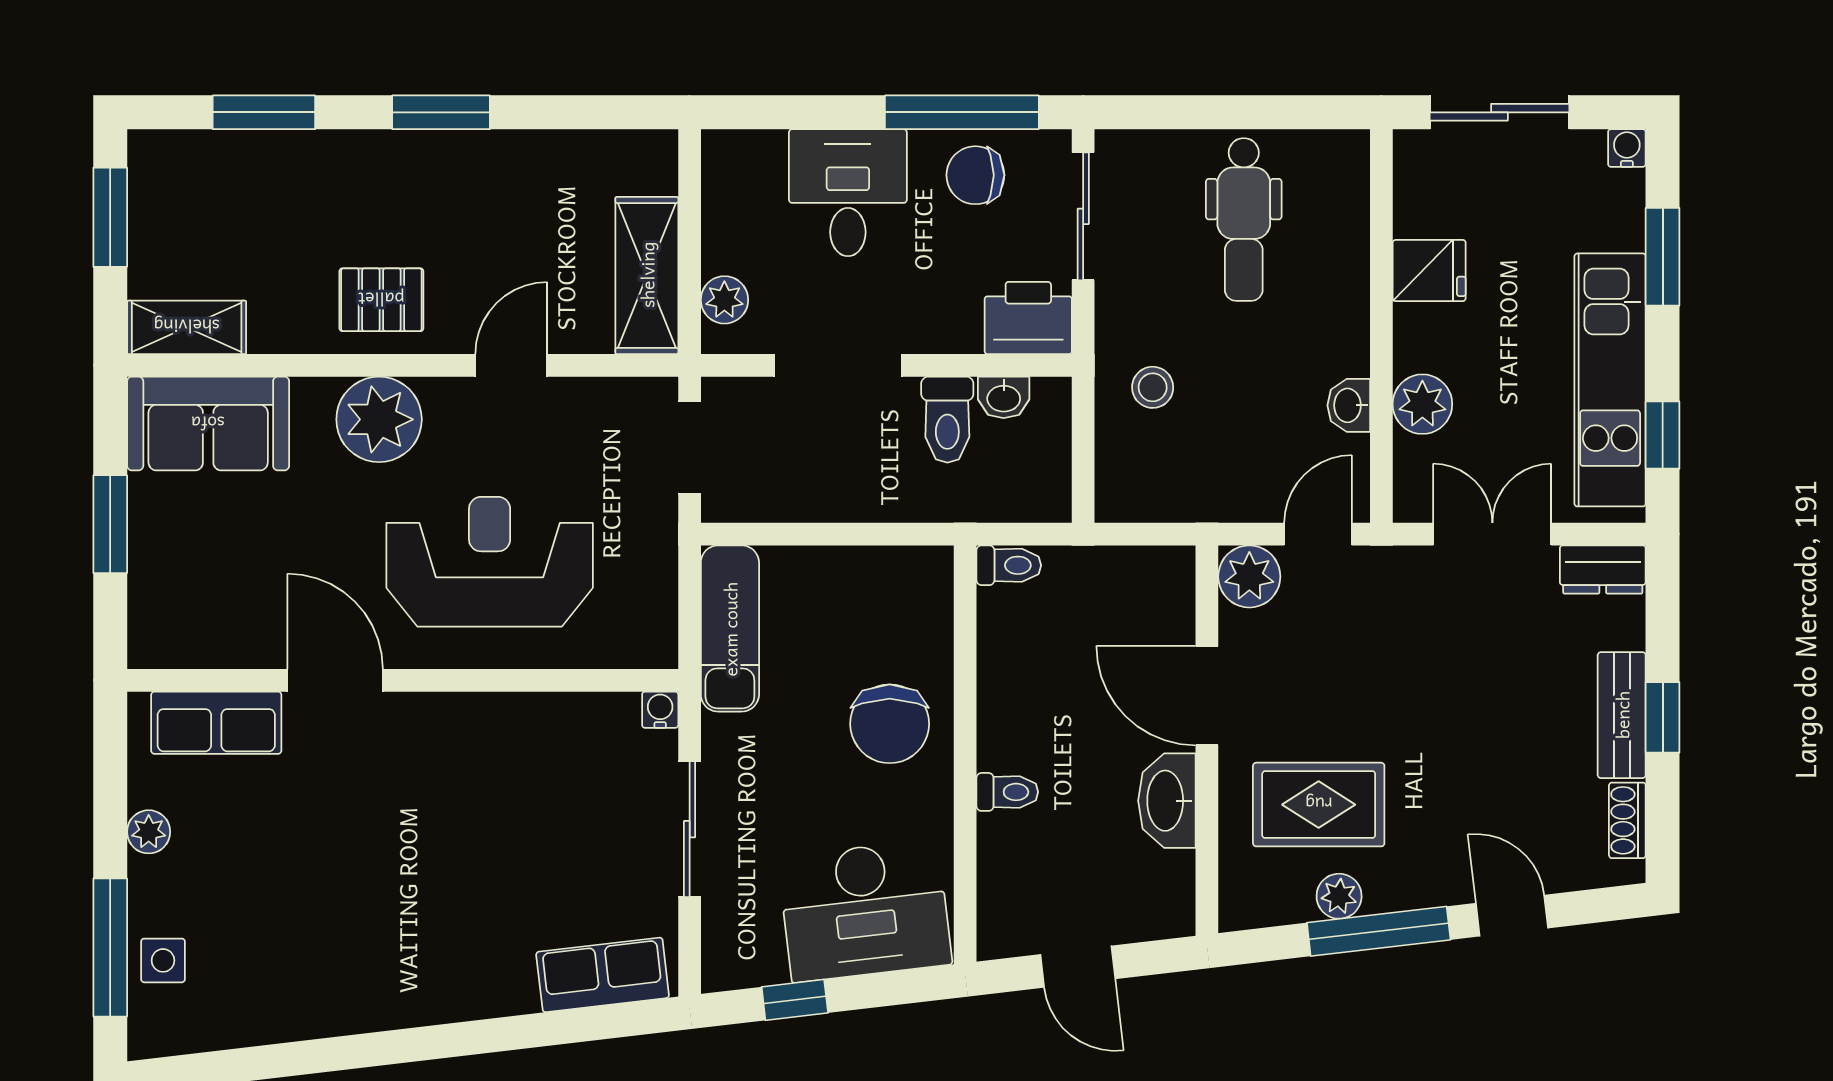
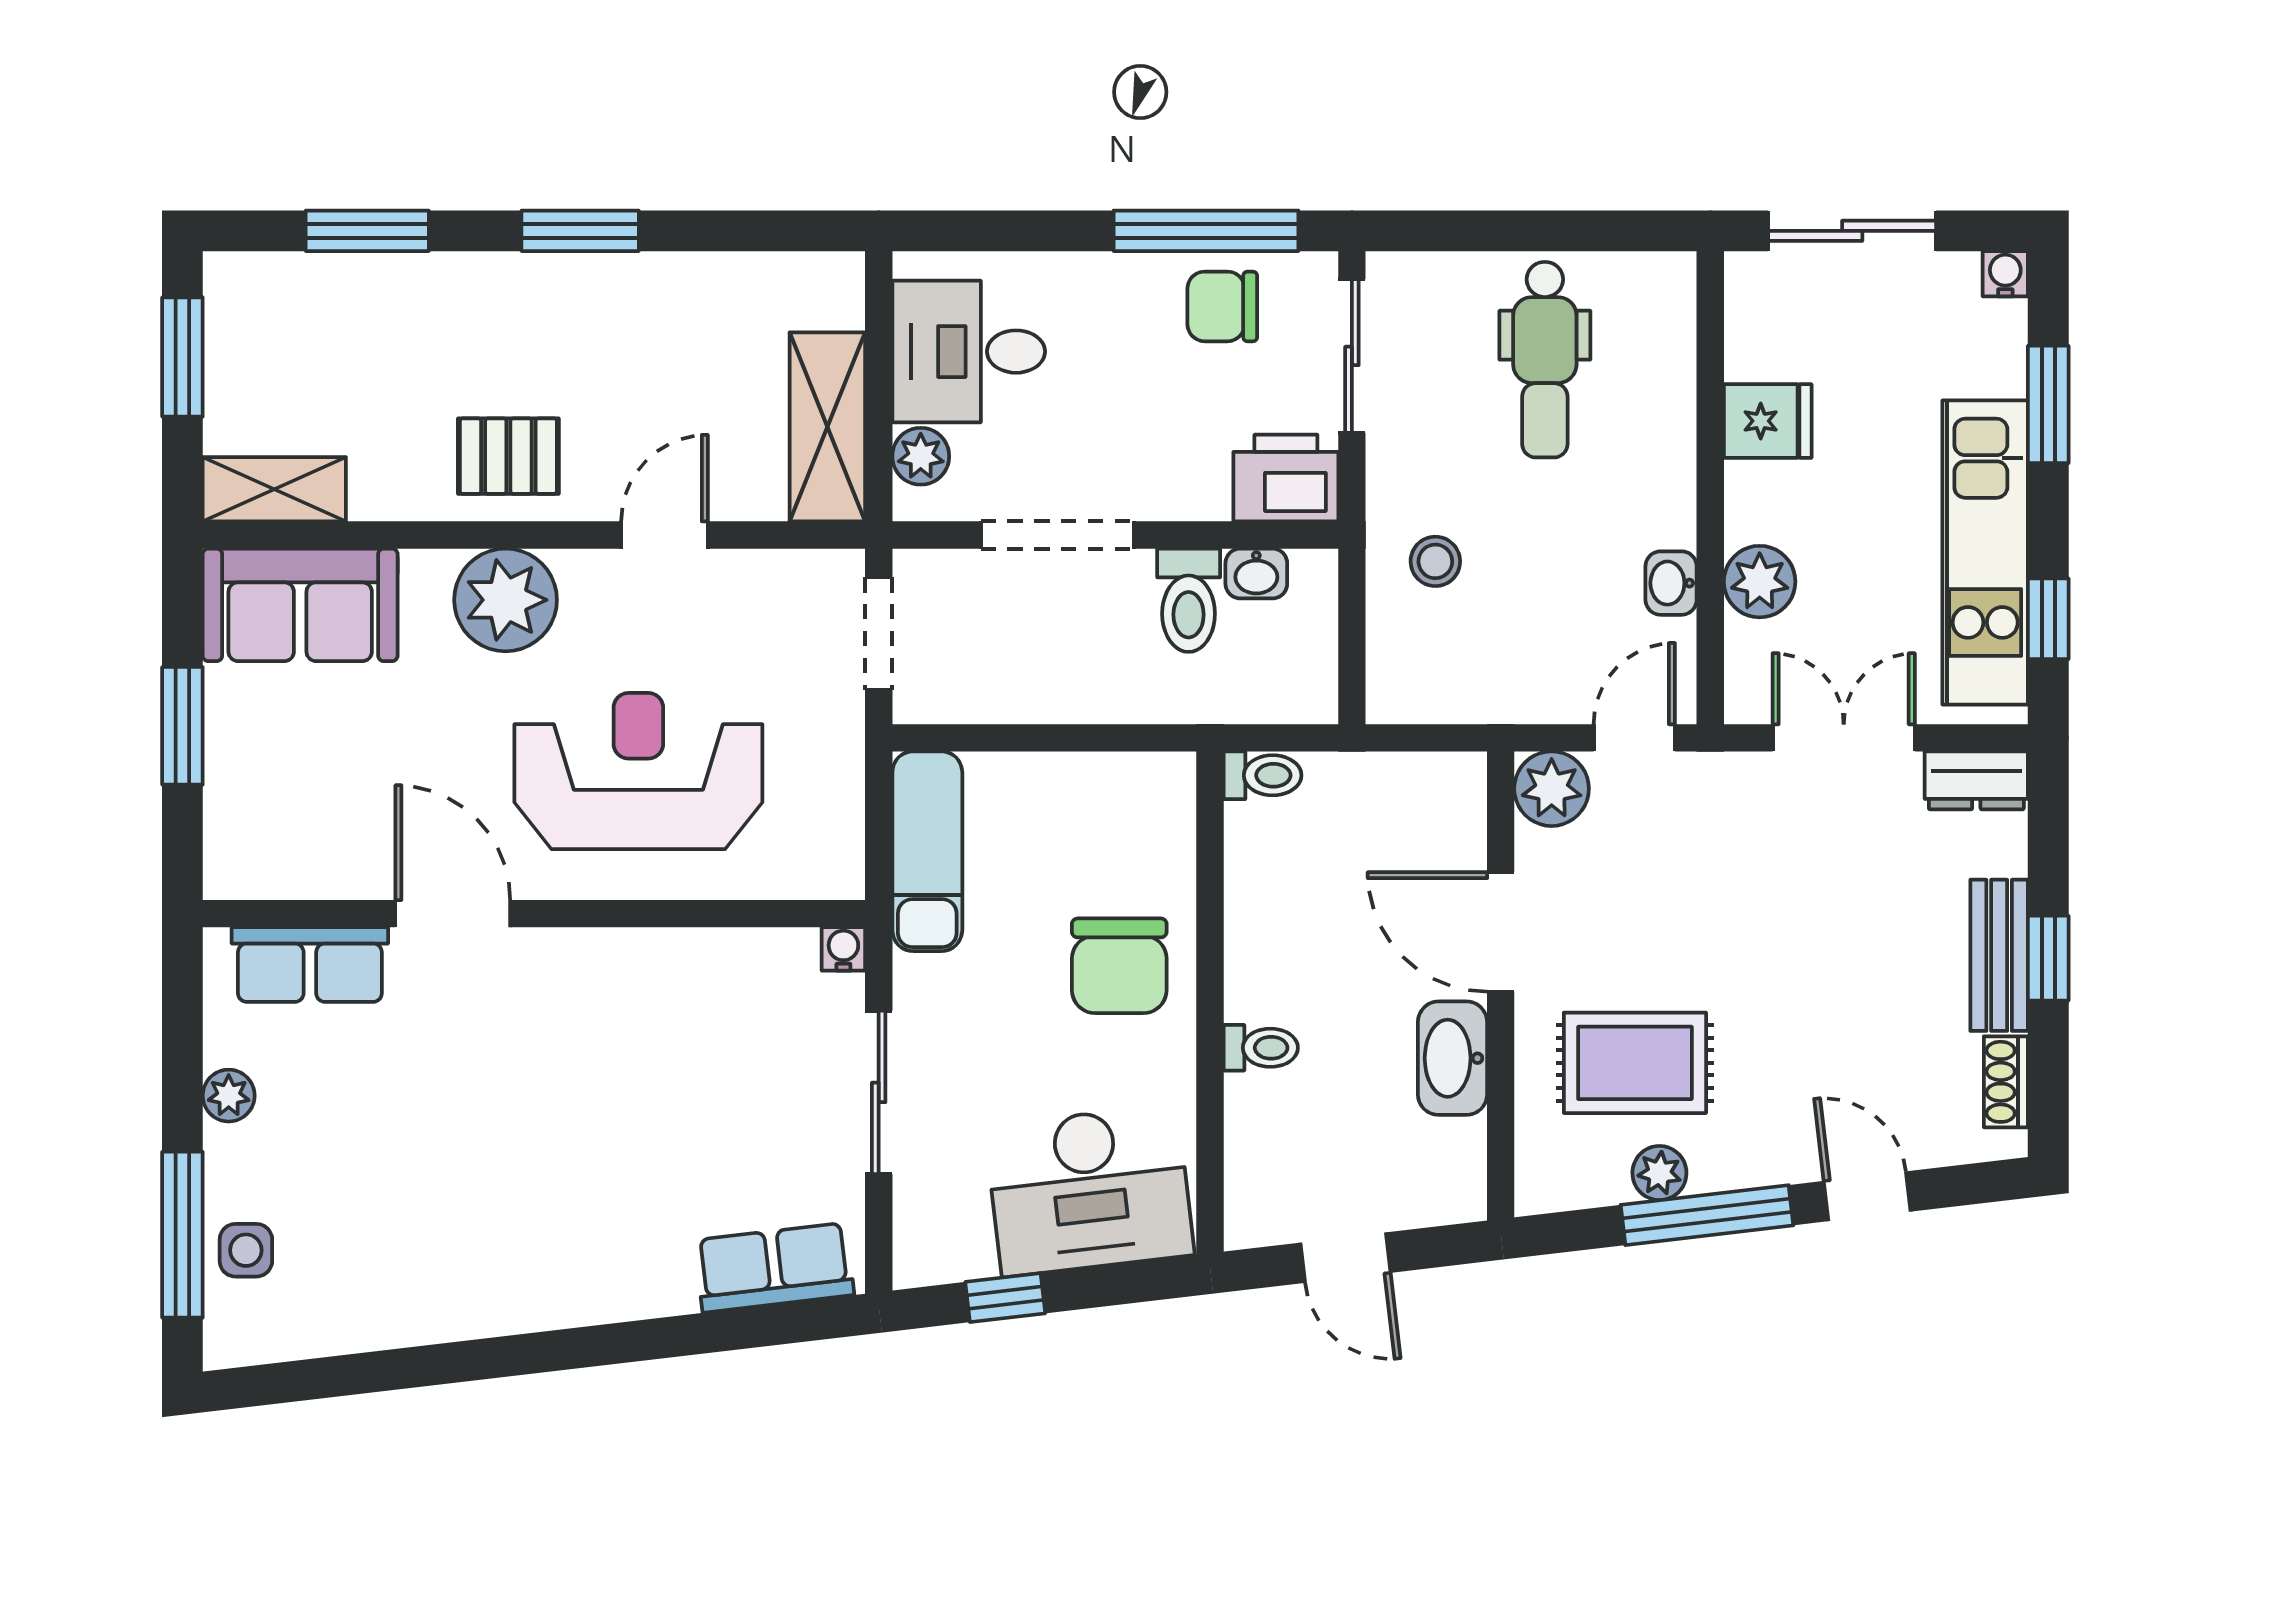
desk: (848, 193) -> (969, 352), moved, turned -90

